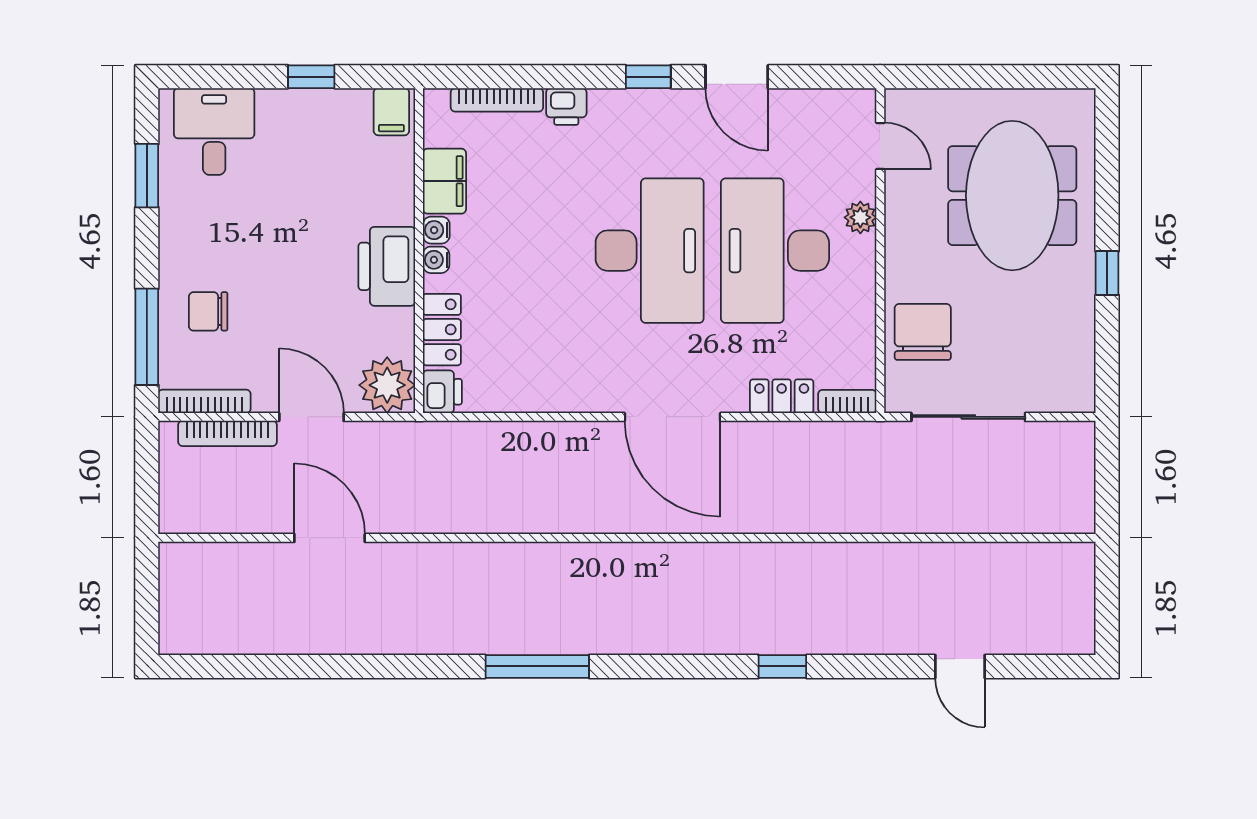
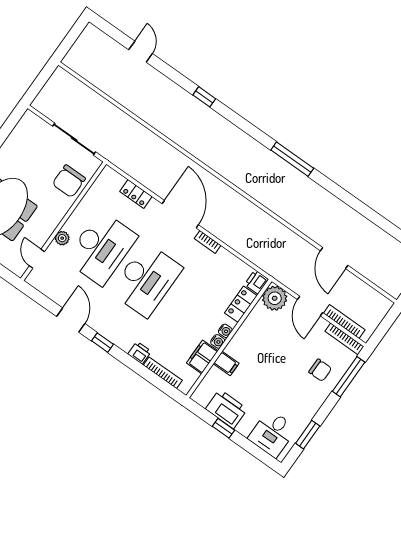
filing cabinet: (391, 112) -> (226, 363), moved, turned 90
desk: (650, 251) -> (146, 280), turned 180
printer: (387, 266) -> (226, 409), moved, turned -90
bookcase: (847, 402) -> (208, 242), moved

